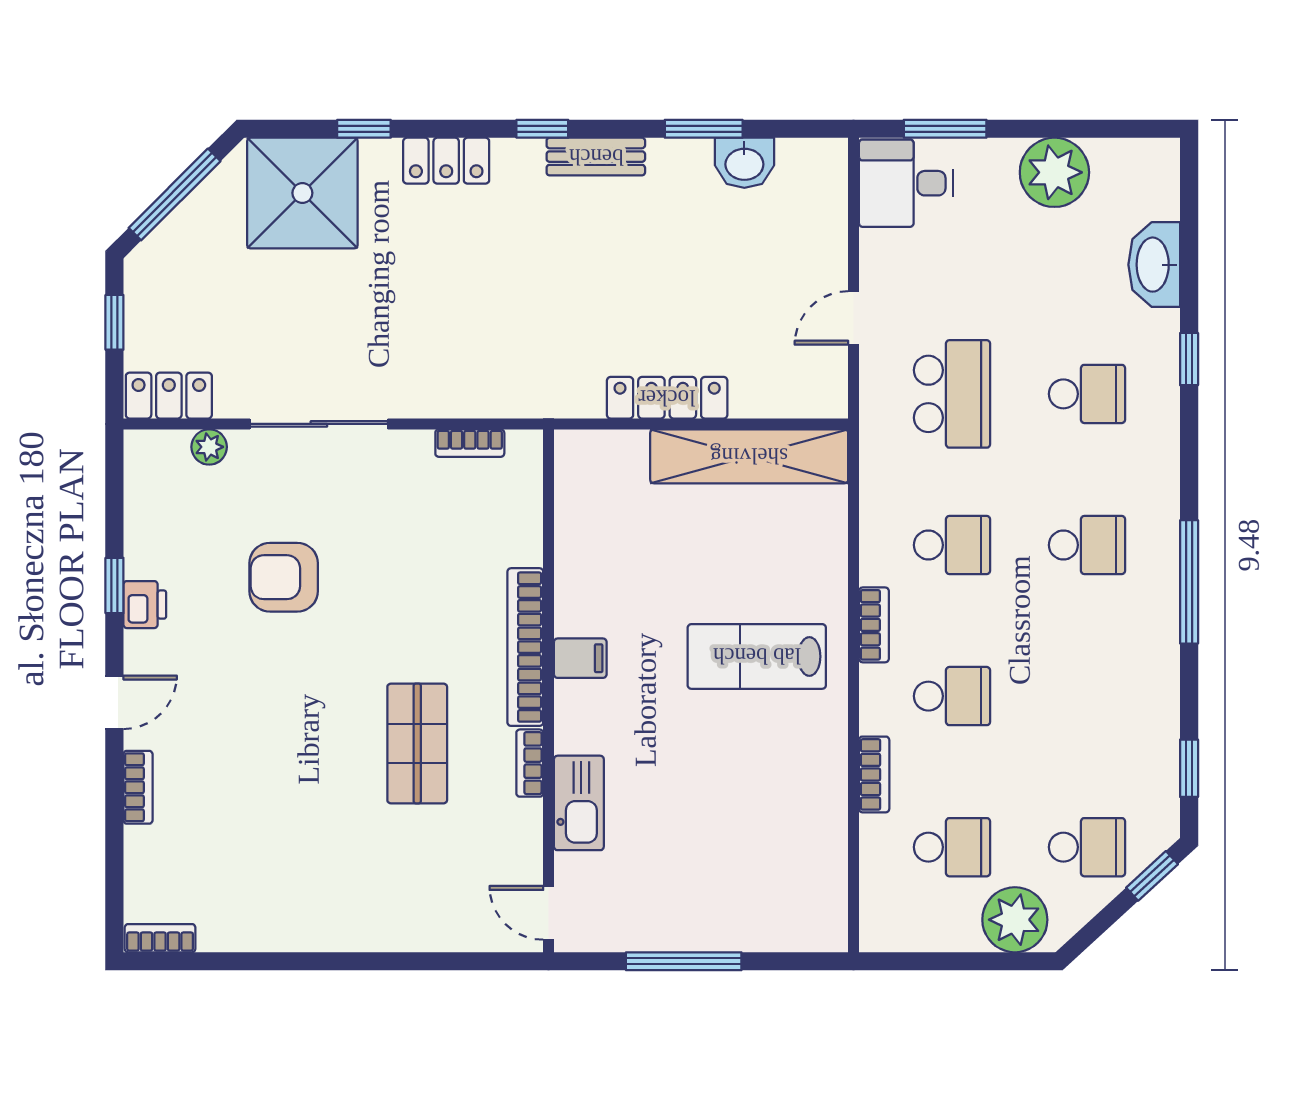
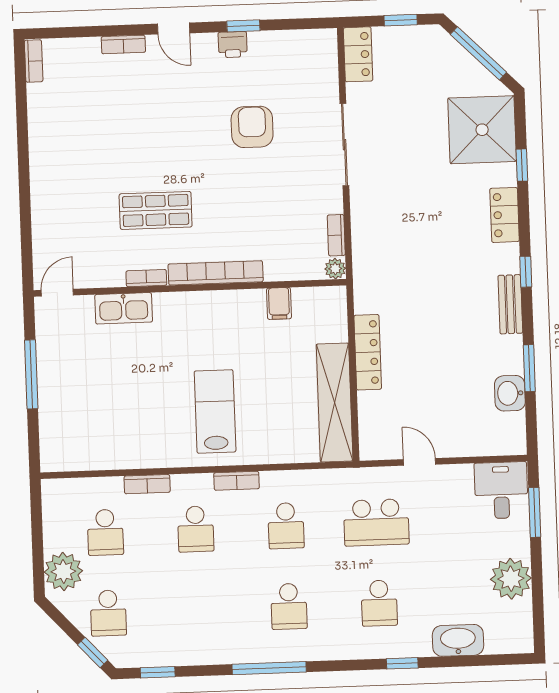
plant: (209, 447) -> (335, 269), moved
filing cabinet: (580, 658) -> (279, 303), moved

